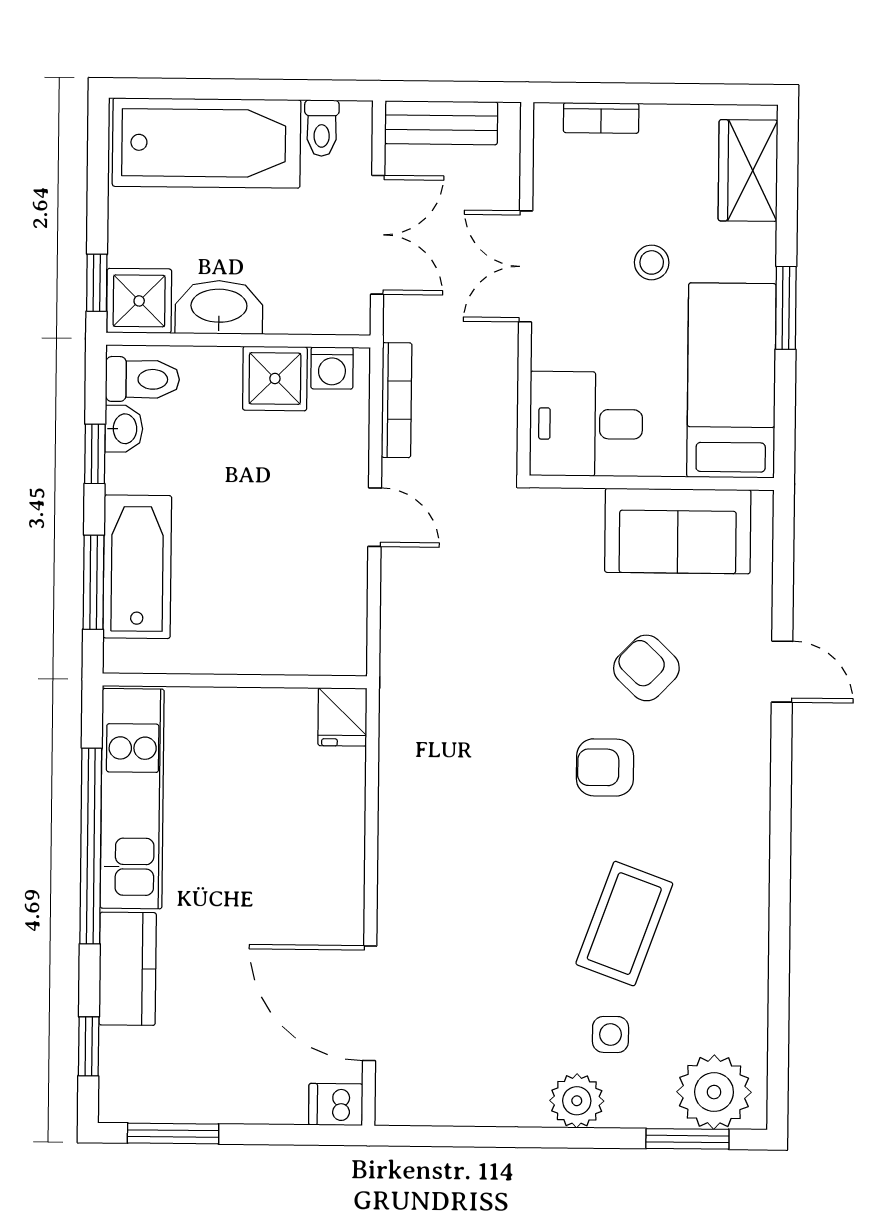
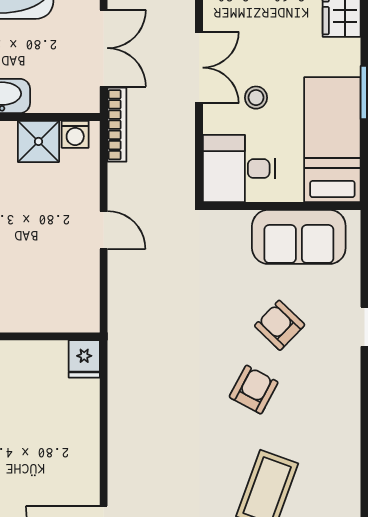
stool: (652, 262) -> (256, 98), moved
double door: (526, 266) -> (199, 68), swing flipped
bookcase: (397, 400) -> (117, 125), moved
armchair: (605, 767) -> (254, 390), turned 118

